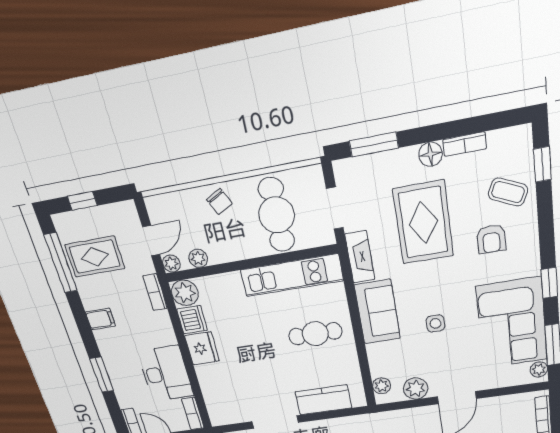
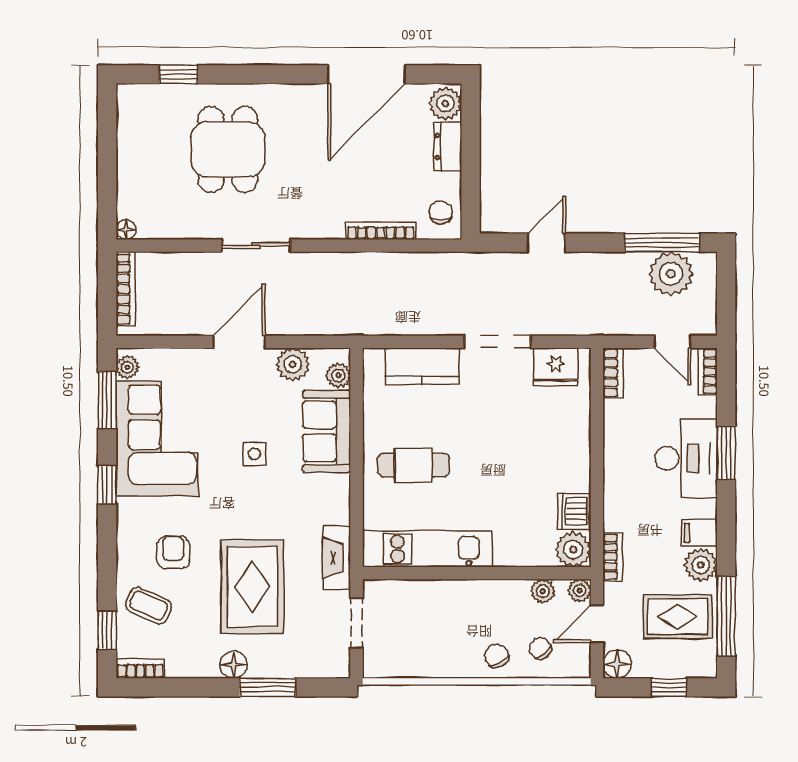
bookcase: (465, 144) -> (140, 669), moved
window: (374, 145) -> (268, 687), moved
floor lamp: (127, 212) -> (617, 664), added
chair: (188, 214) -> (540, 648), added
cafe table: (277, 215) -> (430, 628), removed
plant: (92, 297) -> (701, 565), added
sofa: (377, 312) -> (327, 431), moved
fridge: (202, 348) -> (556, 367), moved, turned -90
desk: (166, 374) -> (686, 458), moved, turned 180

